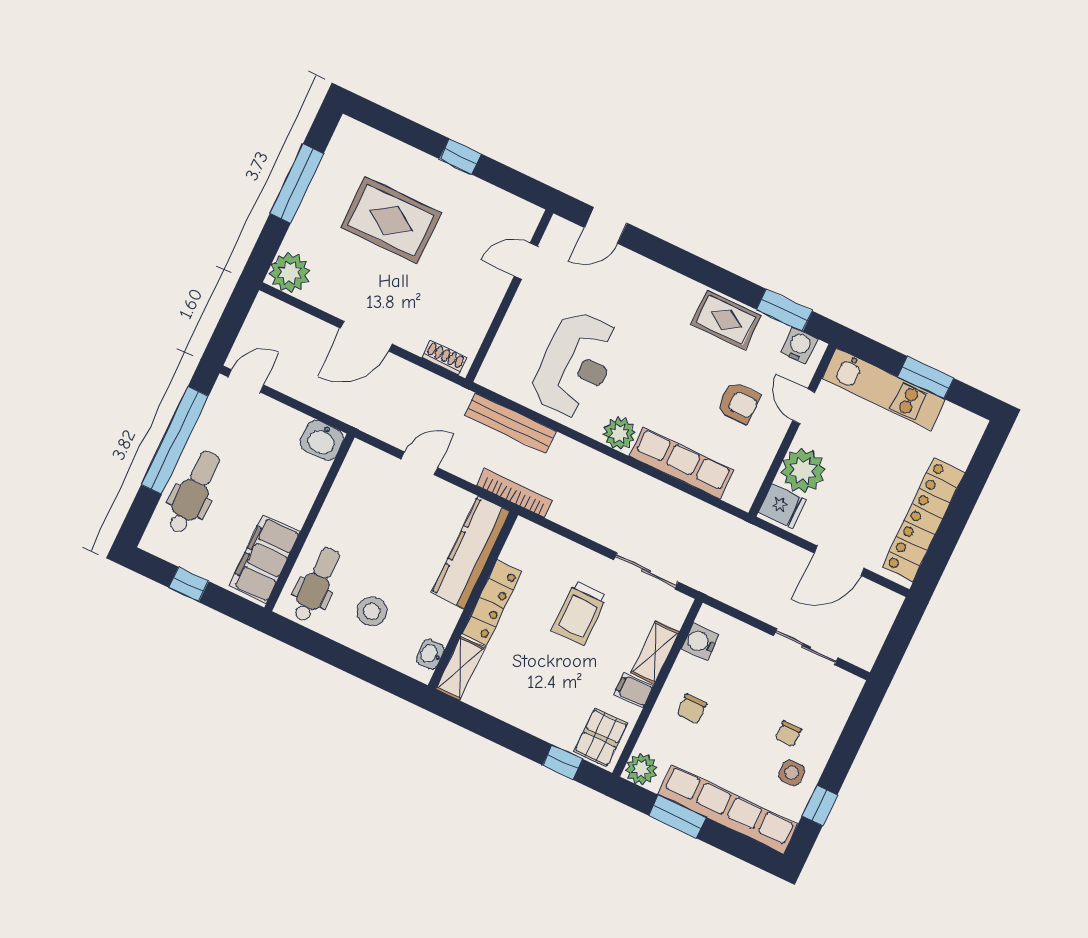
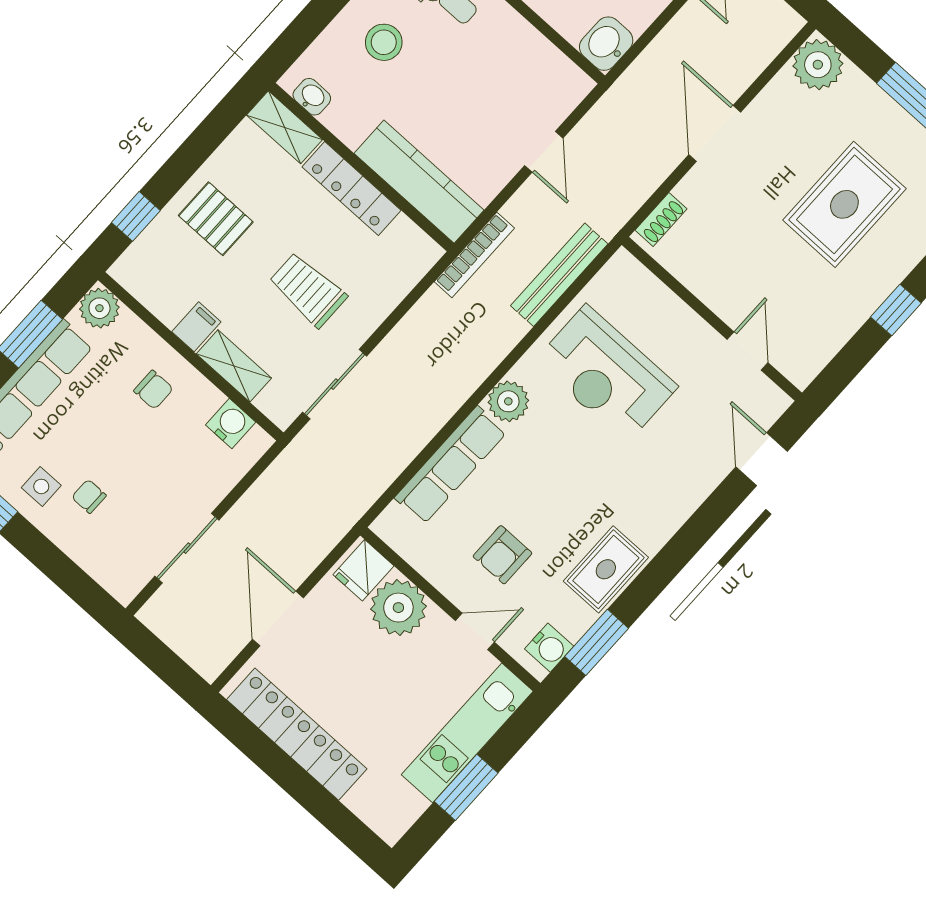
chair: (692, 709) -> (153, 390), turned 180
pallet: (601, 738) -> (216, 219), moved

